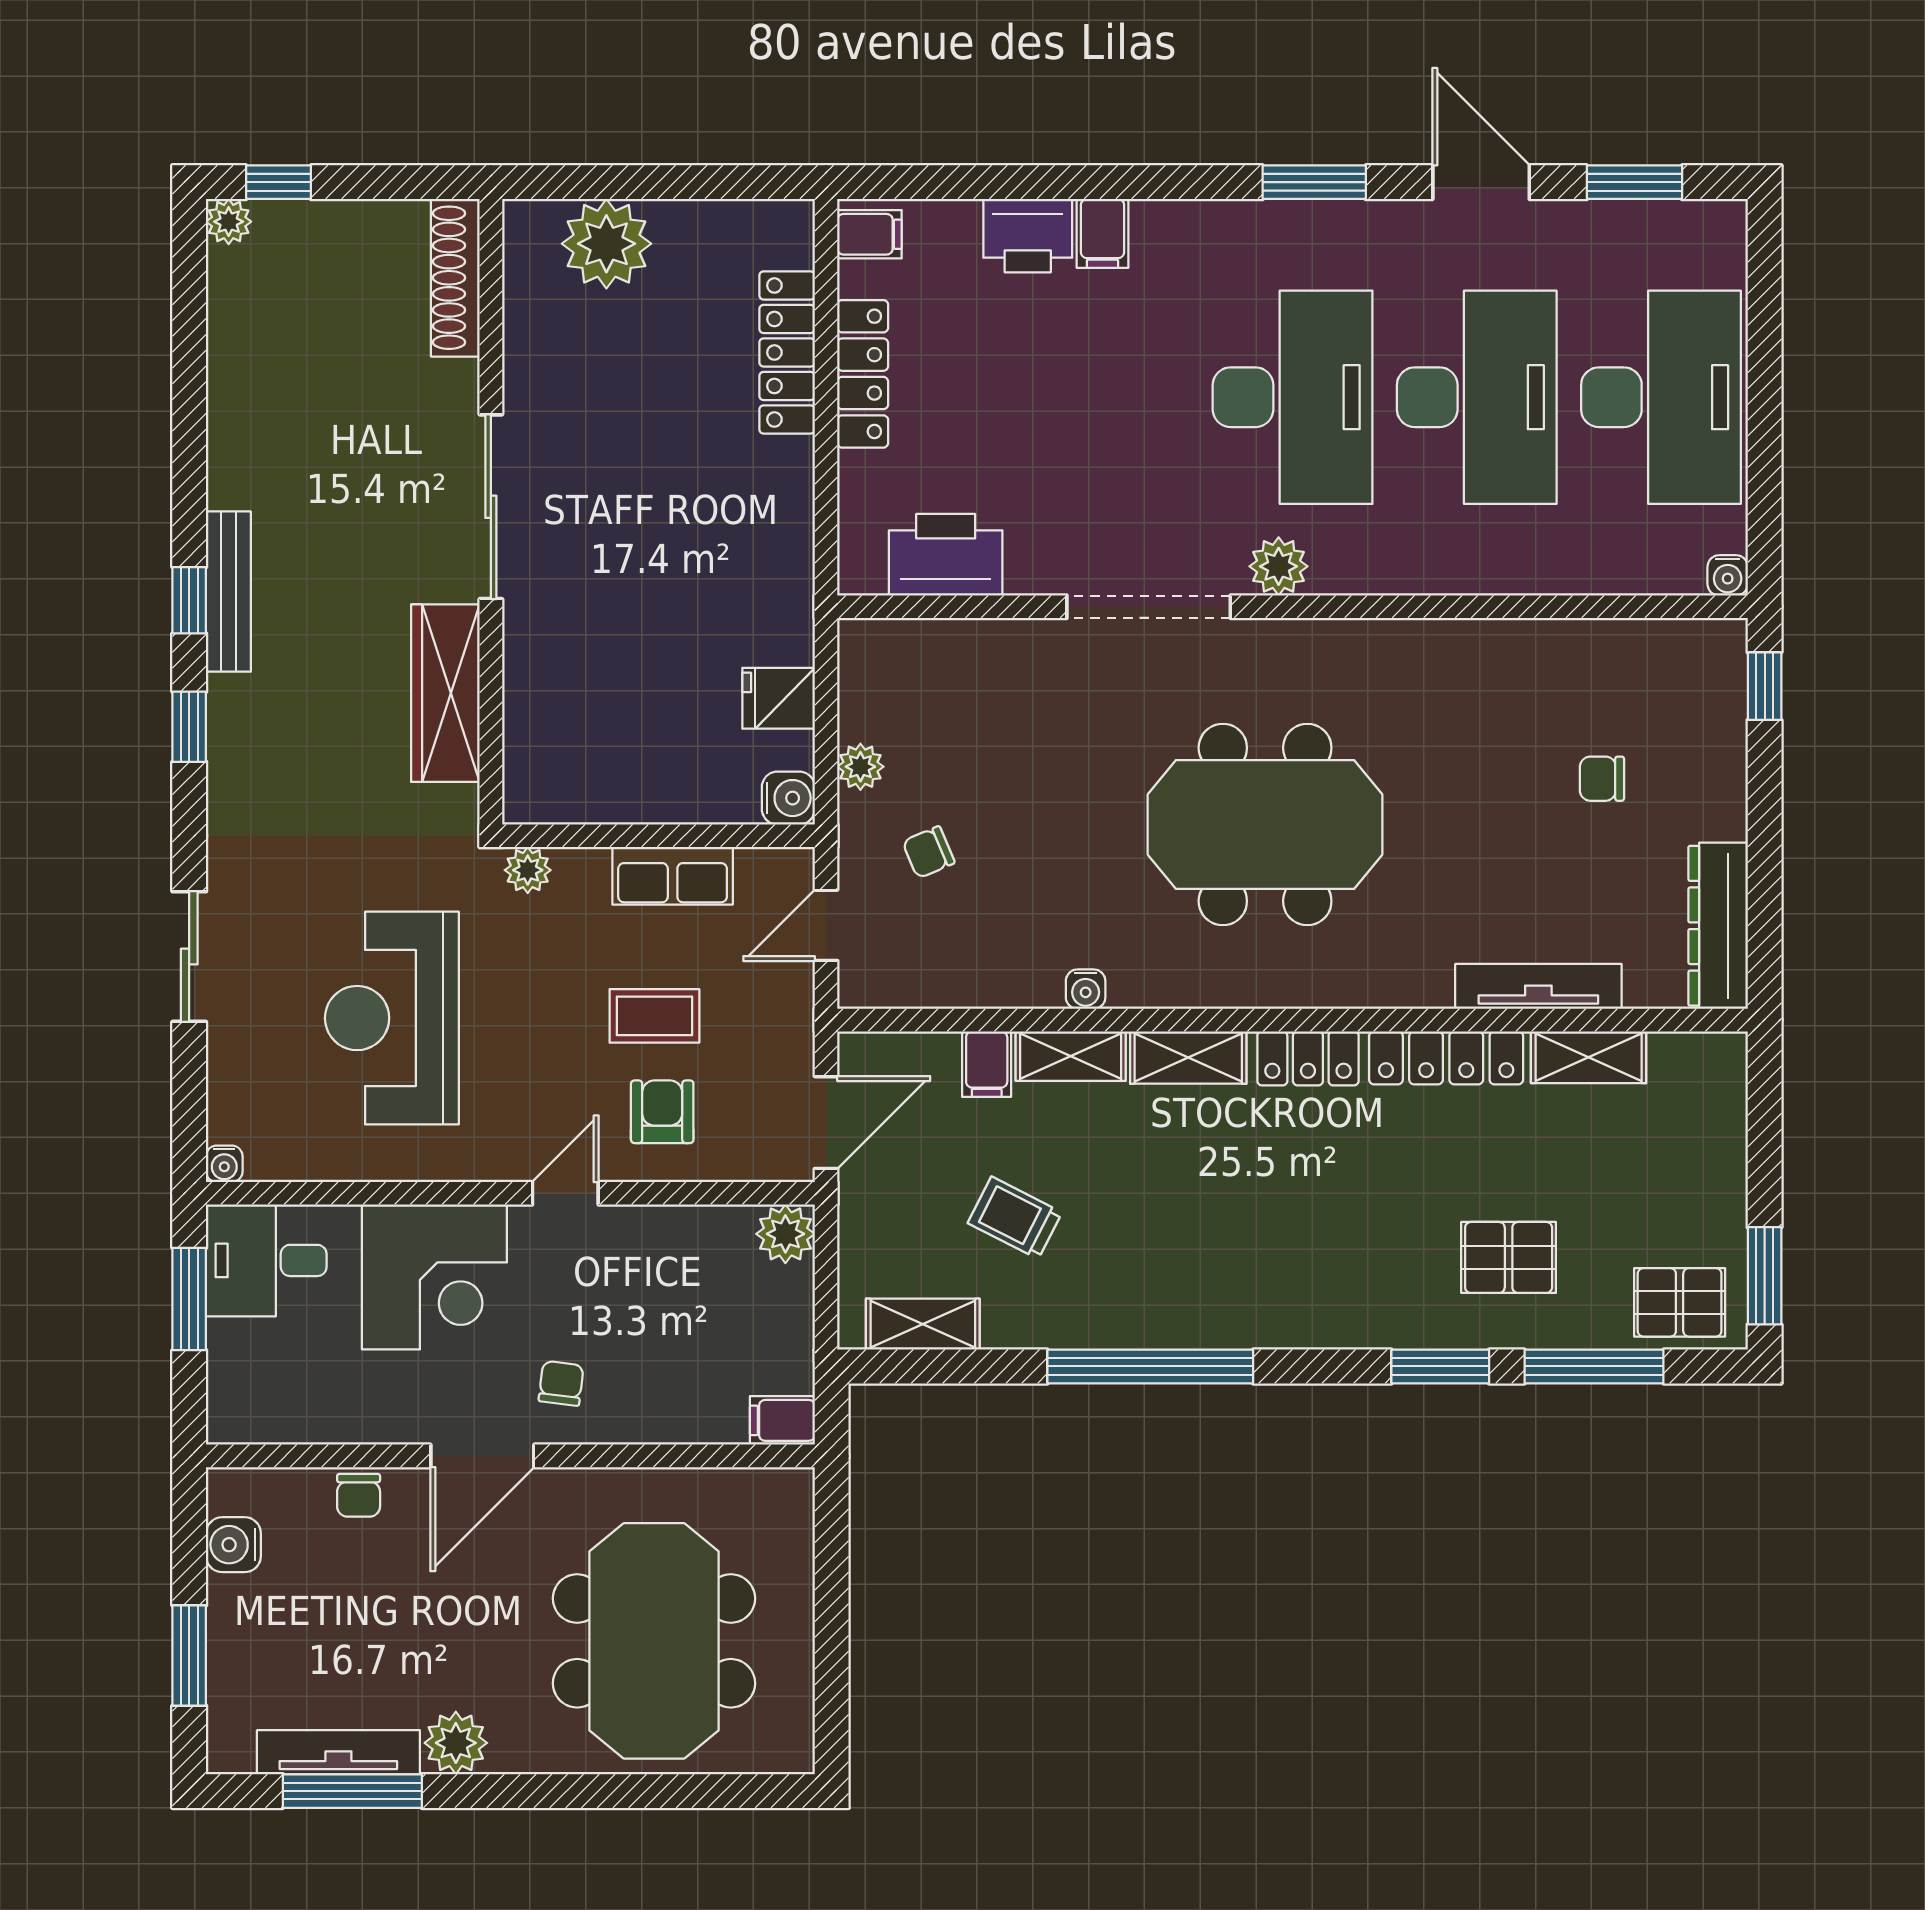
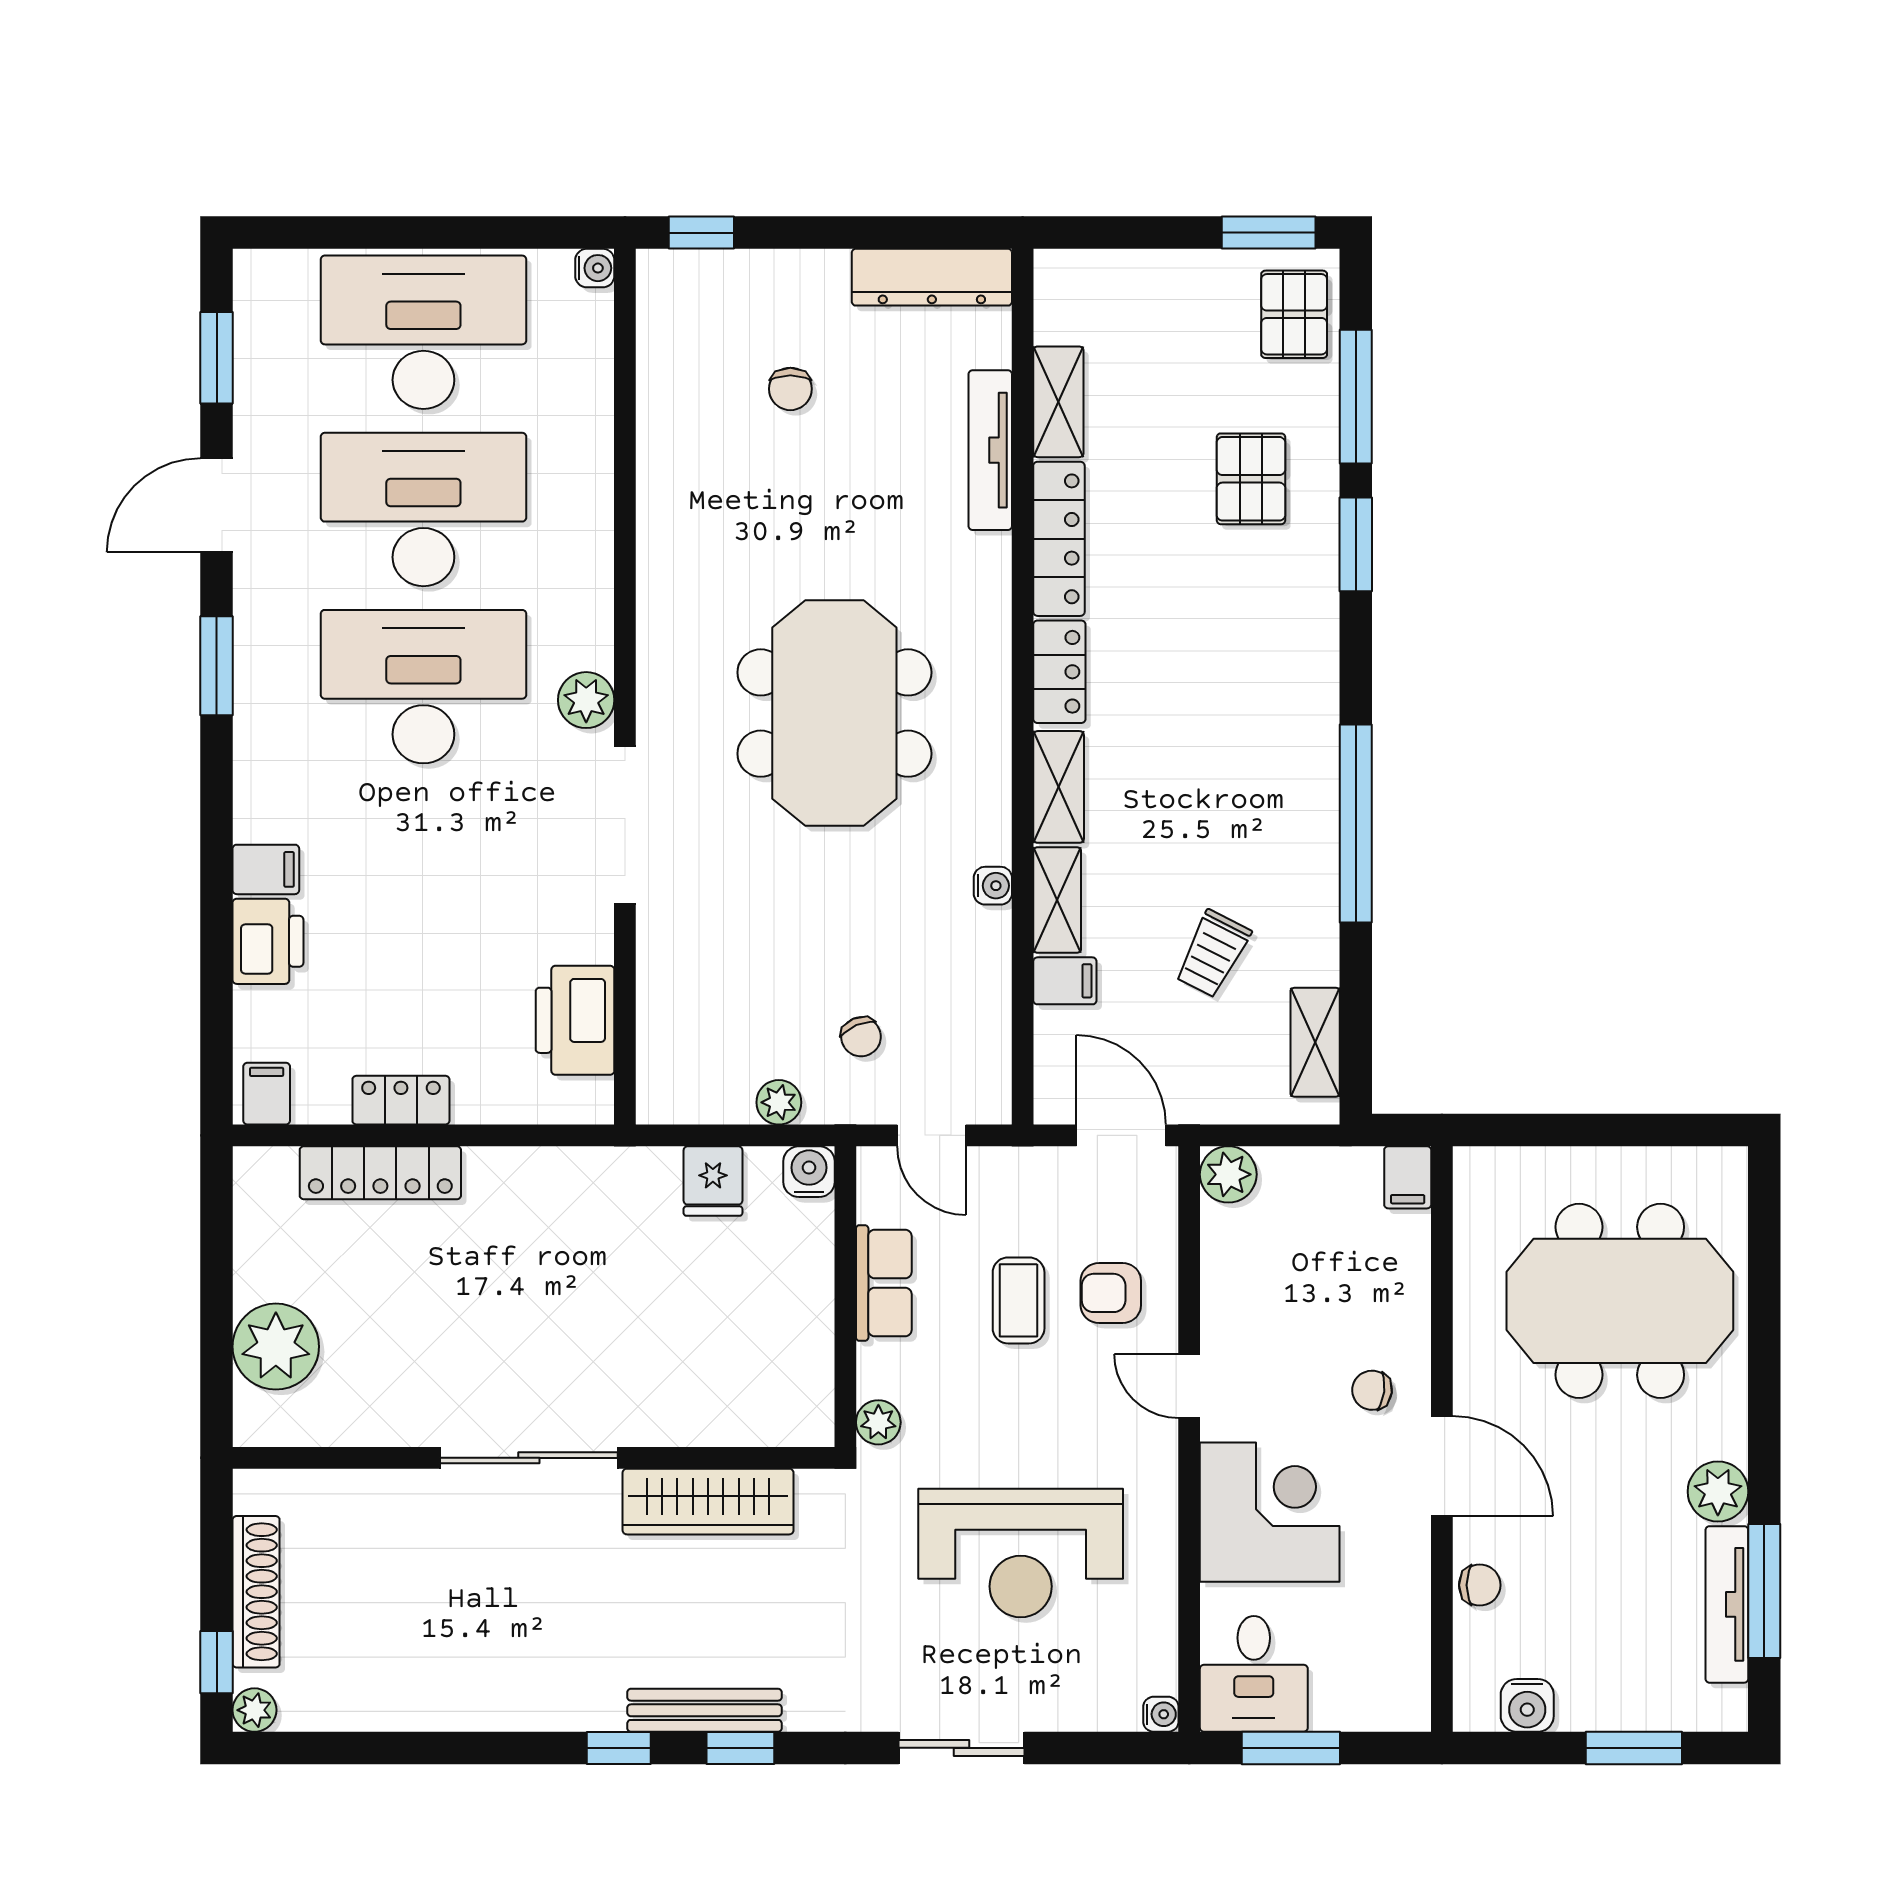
shoe rack: (455, 278) -> (256, 1592), moved, turned -90
locker: (863, 374) -> (401, 1100), width x0.66
bench: (228, 592) -> (704, 1710), moved

